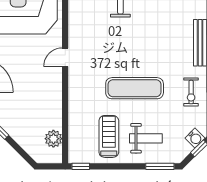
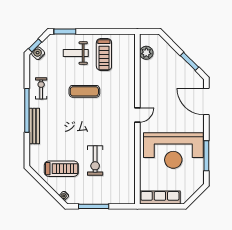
exercise mat: (135, 88) -> (84, 91), width x0.73, depth x0.69
window: (81, 166) -> (125, 32), removed

